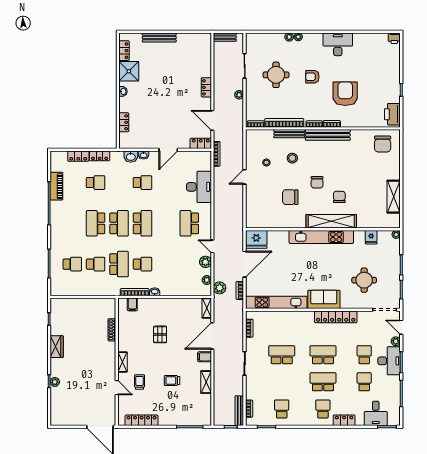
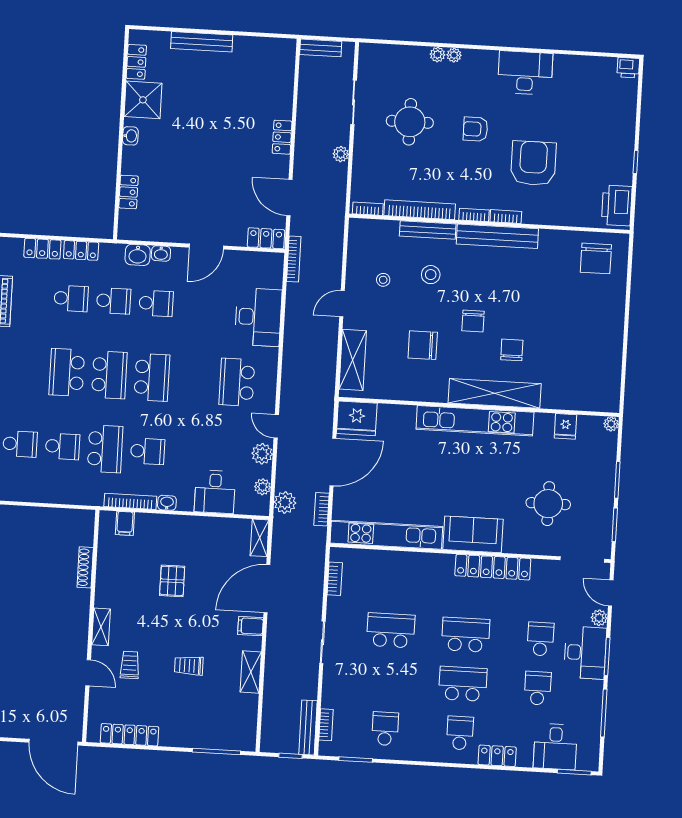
school desk: (119, 183) -> (114, 301), added
shelving: (394, 197) -> (353, 360), moved
desk: (181, 284) -> (215, 492), added

